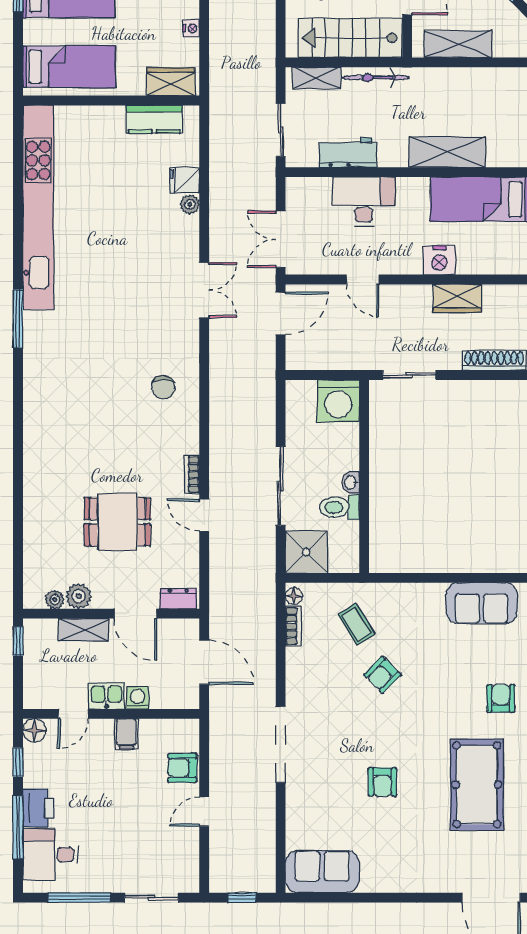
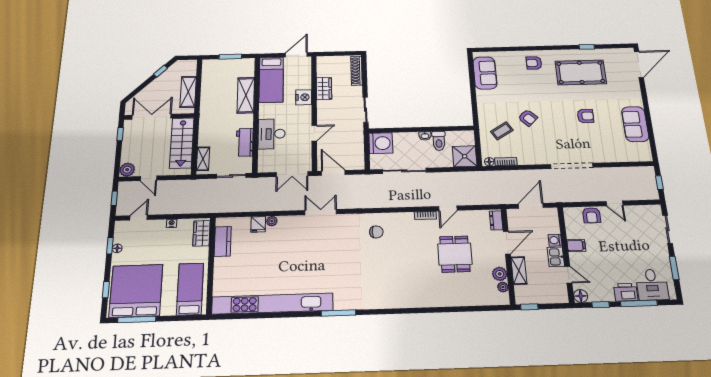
bicycle: (376, 78) -> (204, 130), removed
sliding door: (281, 486) -> (404, 171), moved
sofa: (322, 872) -> (635, 124), moved
window: (79, 898) -> (674, 268), width x0.69

